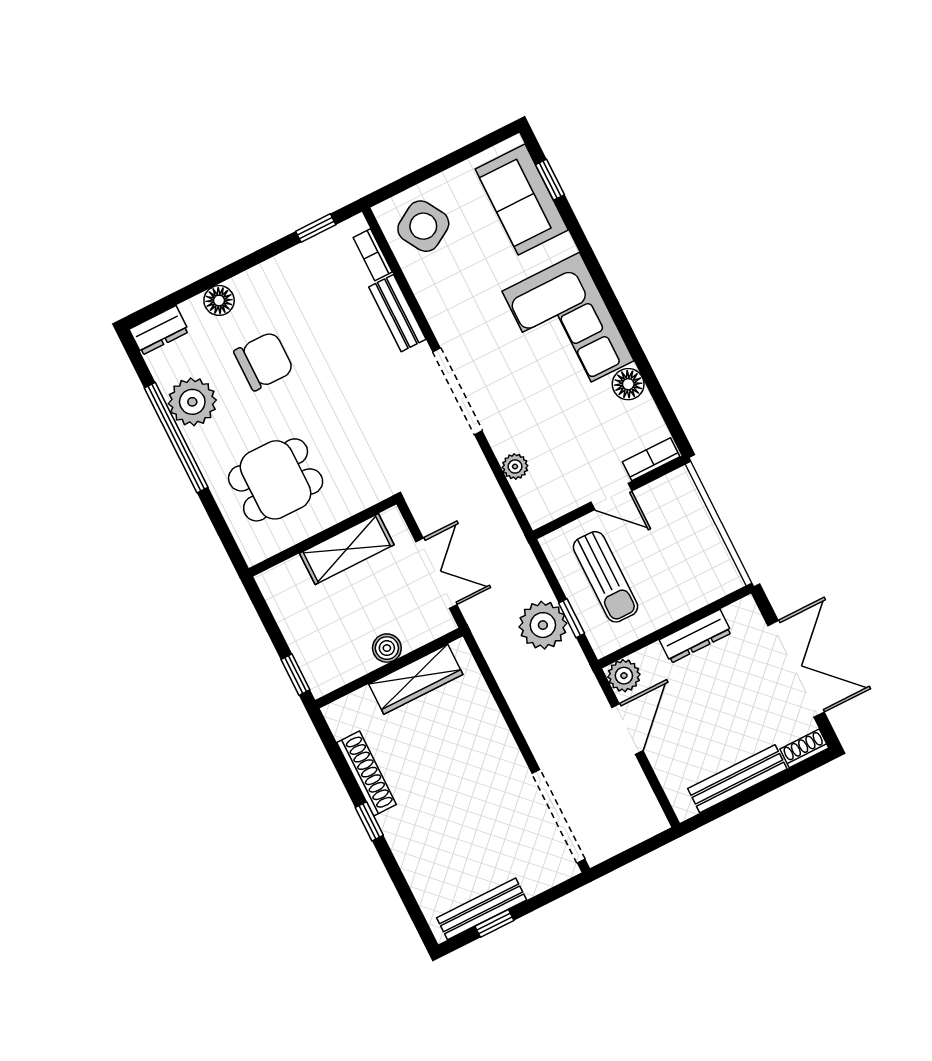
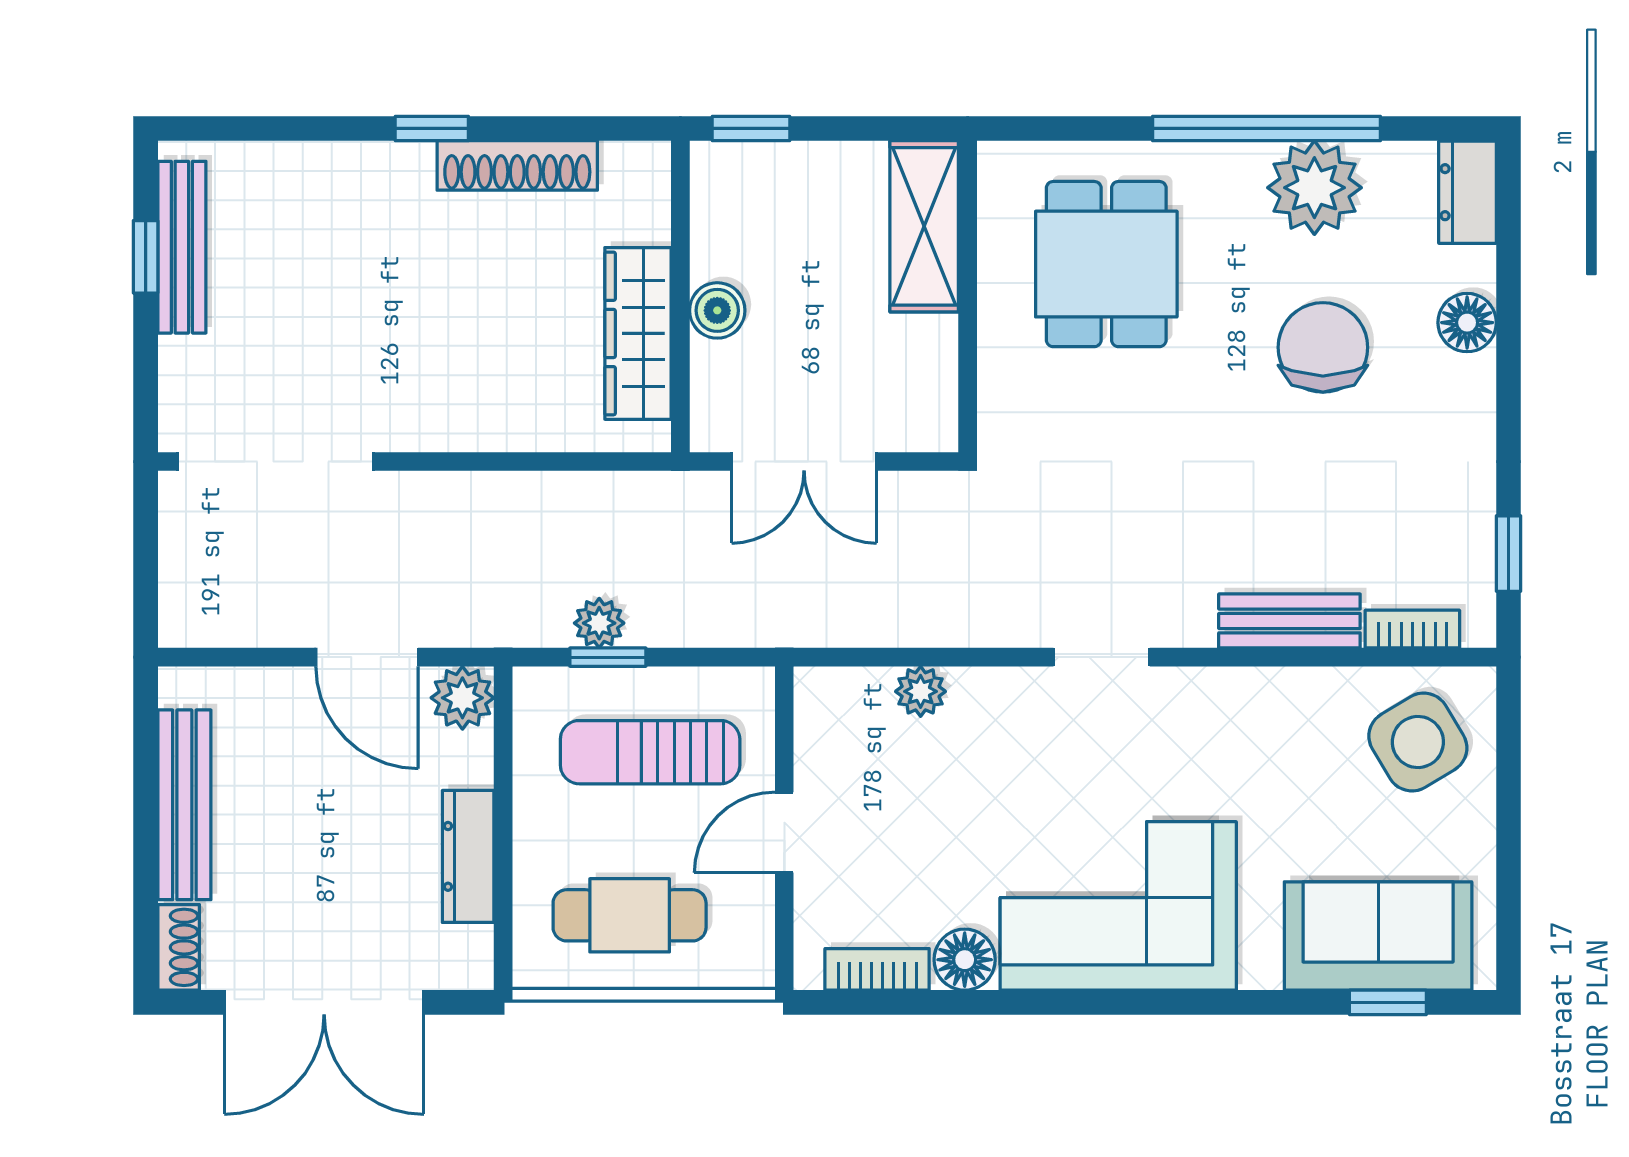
chair: (264, 361) -> (1323, 347), turned 180
doorway: (457, 391) -> (1102, 657), width x0.53
bookcase: (651, 459) -> (877, 969), moved, turned -90
cafe table: (685, 548) -> (630, 915), added
shelving: (347, 549) -> (924, 226), moved
plant: (543, 625) -> (599, 623), width x0.53, depth x0.53

